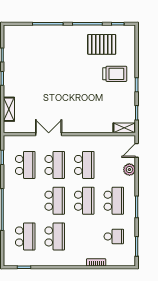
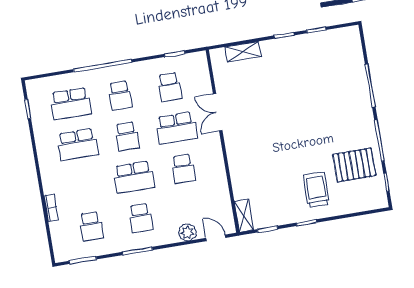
pallet: (102, 44) -> (354, 165), turned 90
trolley: (115, 74) -> (316, 190), turned 180
double door: (49, 134) -> (218, 112), swing flipped
school desk: (25, 165) -> (170, 87), width x0.54
school desk: (84, 165) -> (183, 169), width x0.54
school desk: (25, 201) -> (120, 95), added
school desk: (55, 201) -> (127, 136), width x0.54
school desk: (114, 201) -> (141, 218), width x0.54

